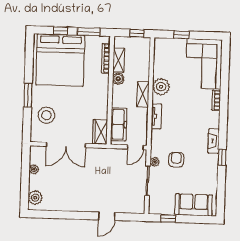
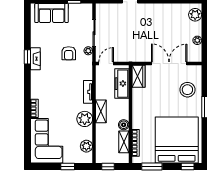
window: (61, 31) -> (188, 167), moved
plant: (160, 57) -> (86, 146), added
fireplace: (214, 141) -> (35, 59), moved

